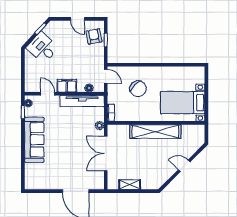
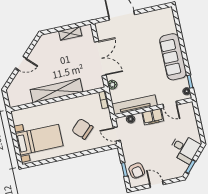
bed with nightstands: (183, 103) -> (39, 140), moved

